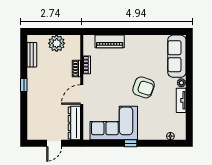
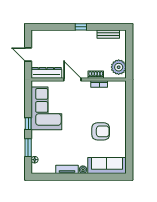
piano: (110, 41) -> (120, 105), removed
plant: (57, 43) -> (119, 67), moved
armchair: (144, 87) -> (101, 131), moved, turned -109
window: (157, 143) -> (28, 148), added

